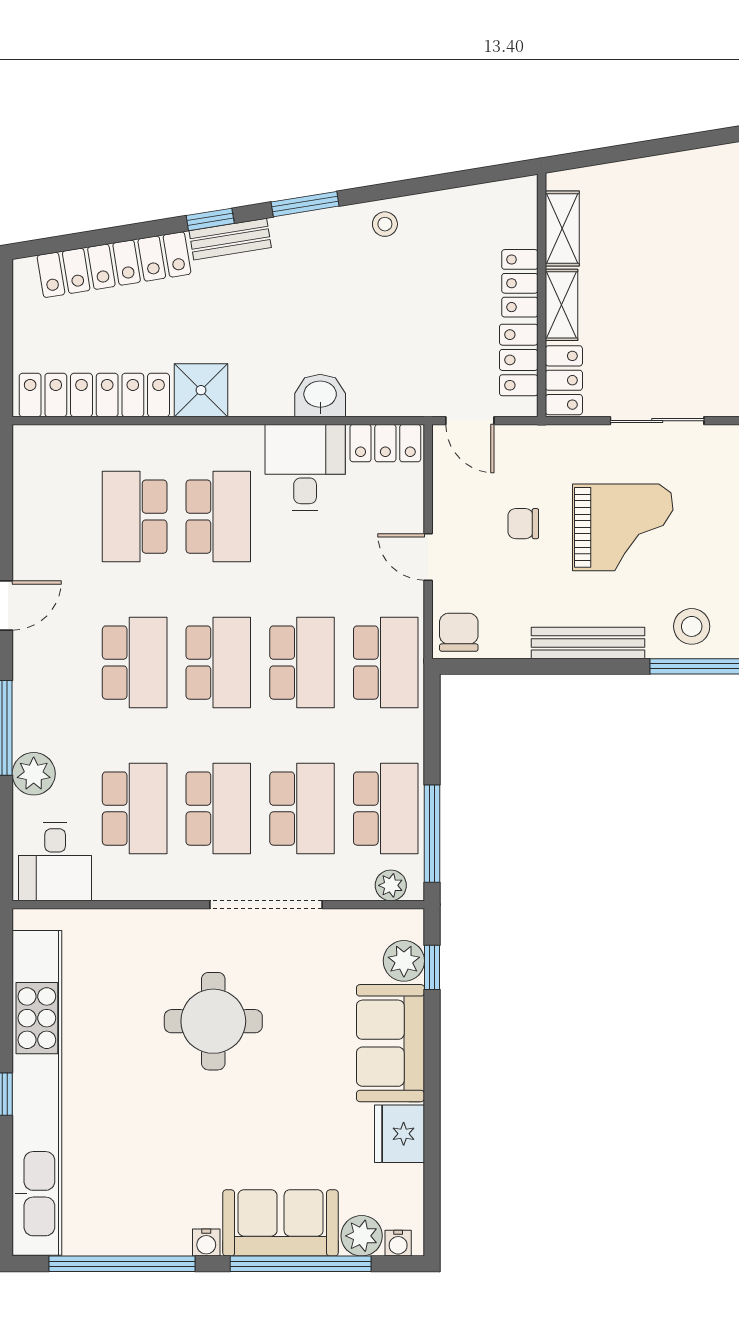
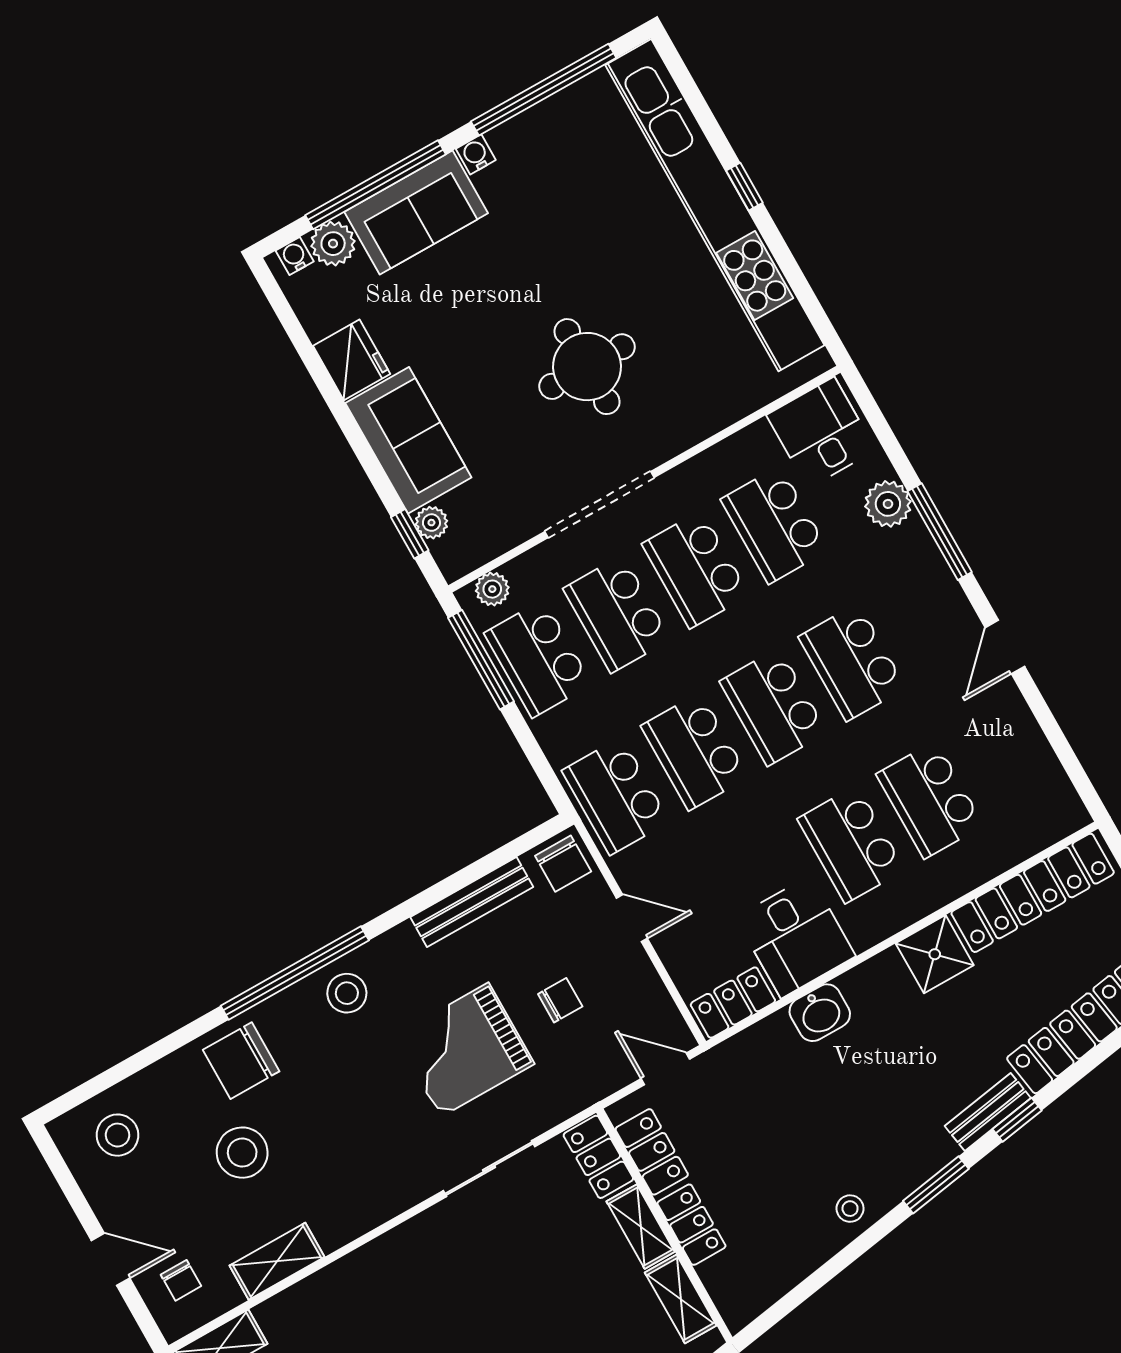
school desk: (135, 517) -> (930, 800), turned 180
bench: (588, 643) -> (472, 902), moved
plant: (404, 961) -> (431, 523), width x0.73, depth x0.73

